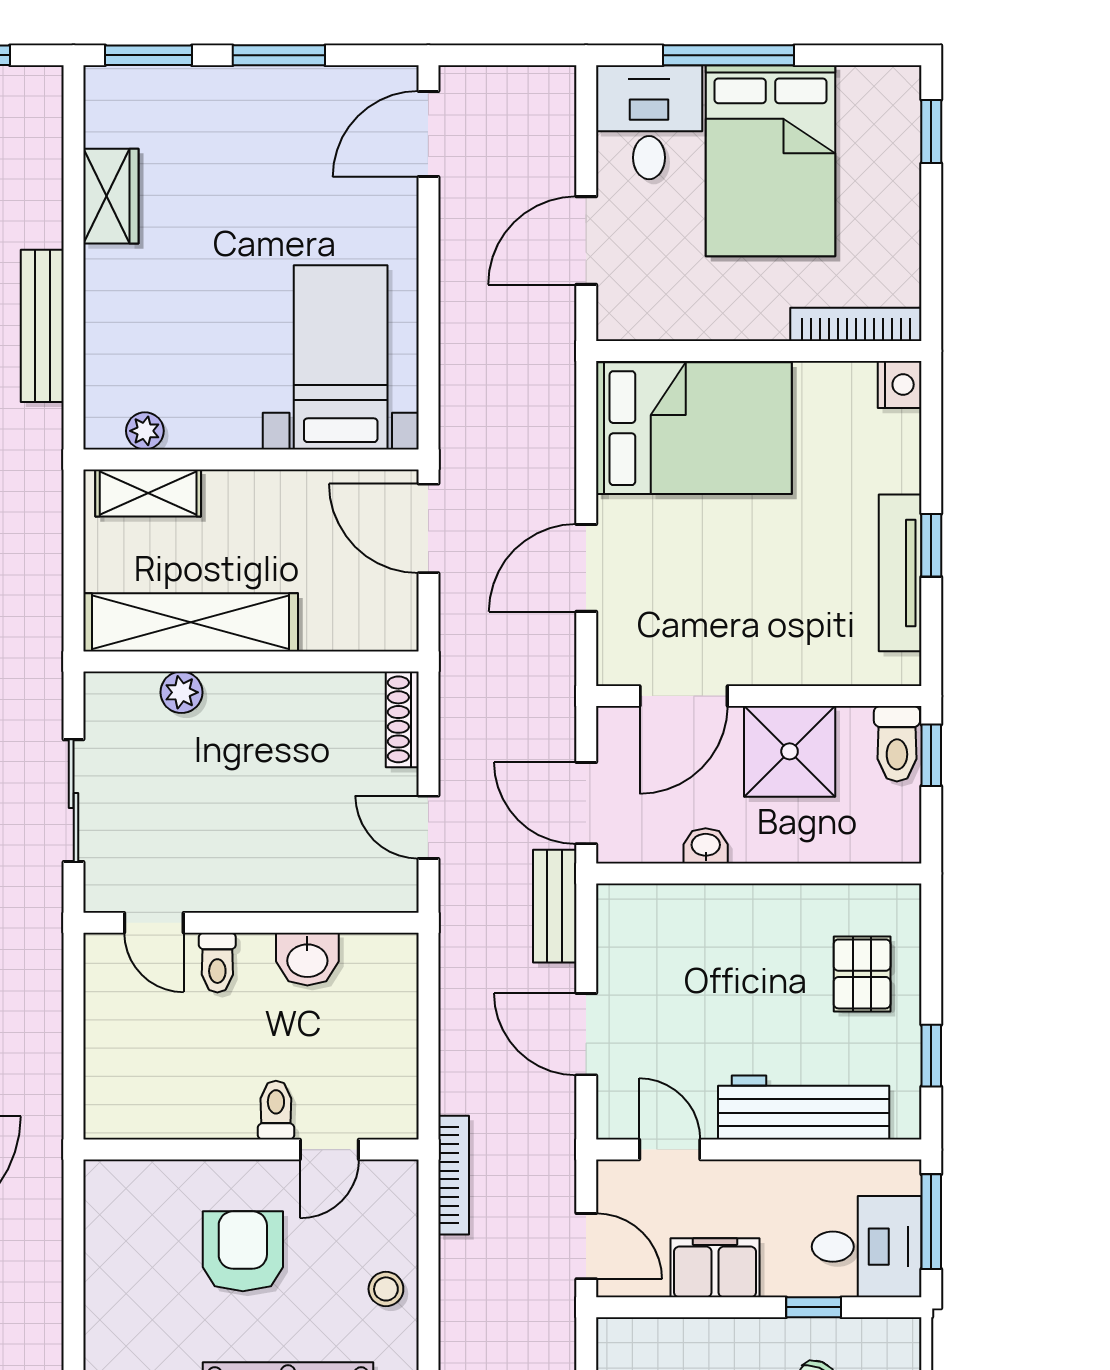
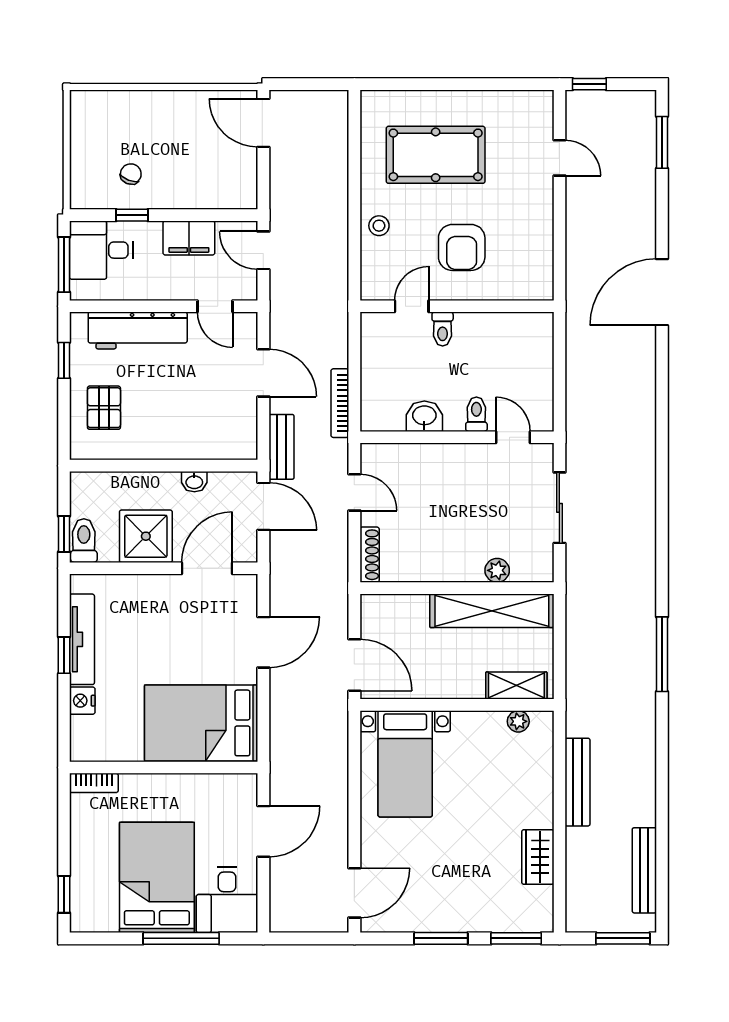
bookcase: (856, 324) -> (94, 783), width x0.64
nightstand: (900, 385) -> (82, 701), moved
bookcase: (454, 1175) -> (340, 403), moved

